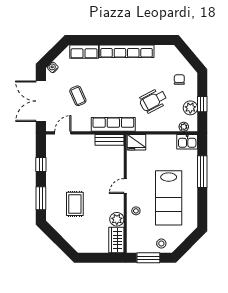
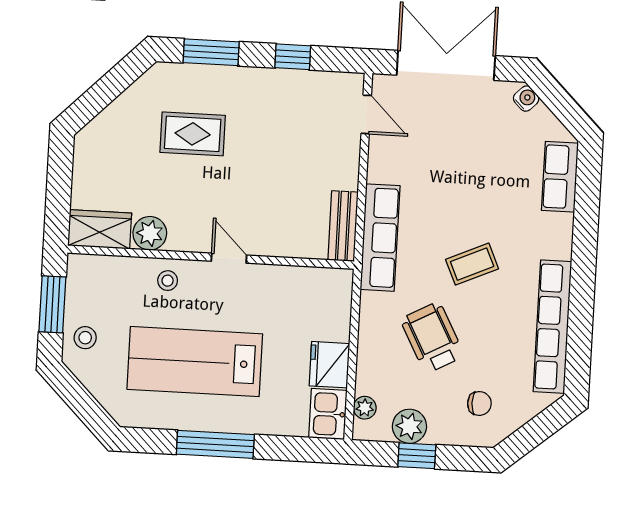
row of seats: (127, 51) -> (552, 327), moved
coffee table: (78, 96) -> (472, 264), moved
fridge: (137, 142) -> (329, 365), moved
window: (202, 172) -> (215, 444), moved

